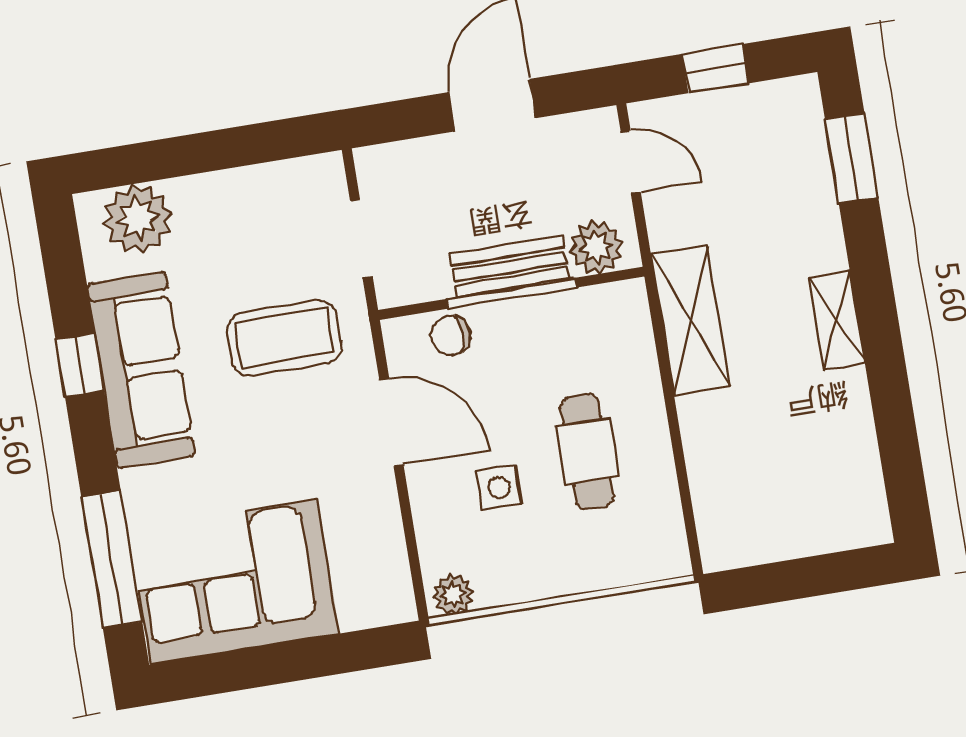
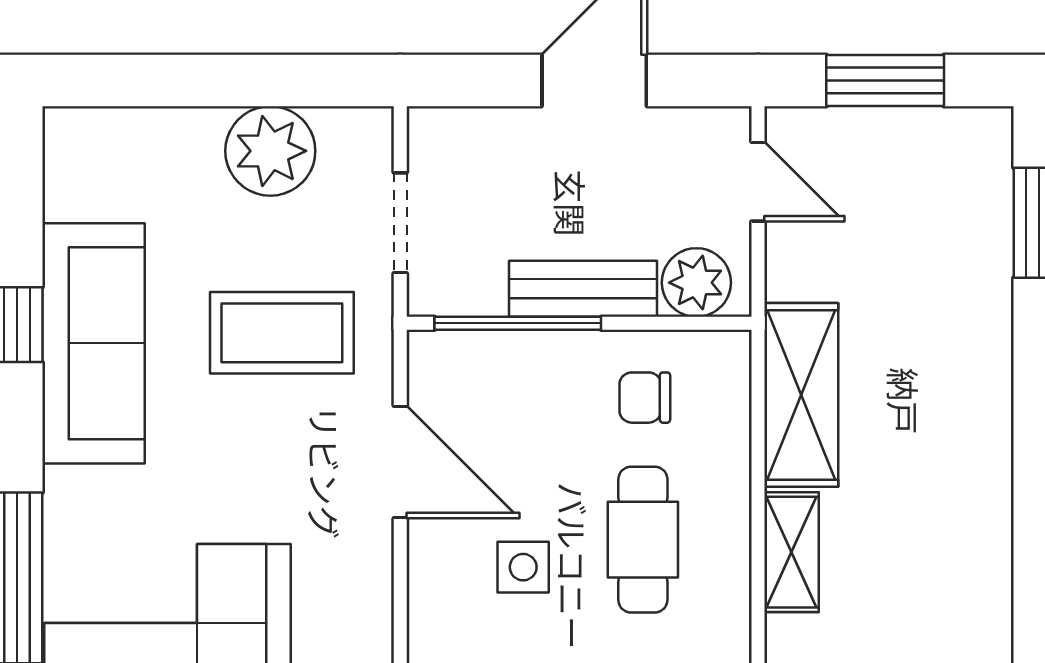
window: (715, 69) -> (885, 81), width x1.50
plant: (138, 219) -> (270, 151), moved
window: (511, 293) -> (518, 323), moved
shelving: (837, 320) -> (791, 552), moved
chair: (451, 335) -> (645, 398), moved

